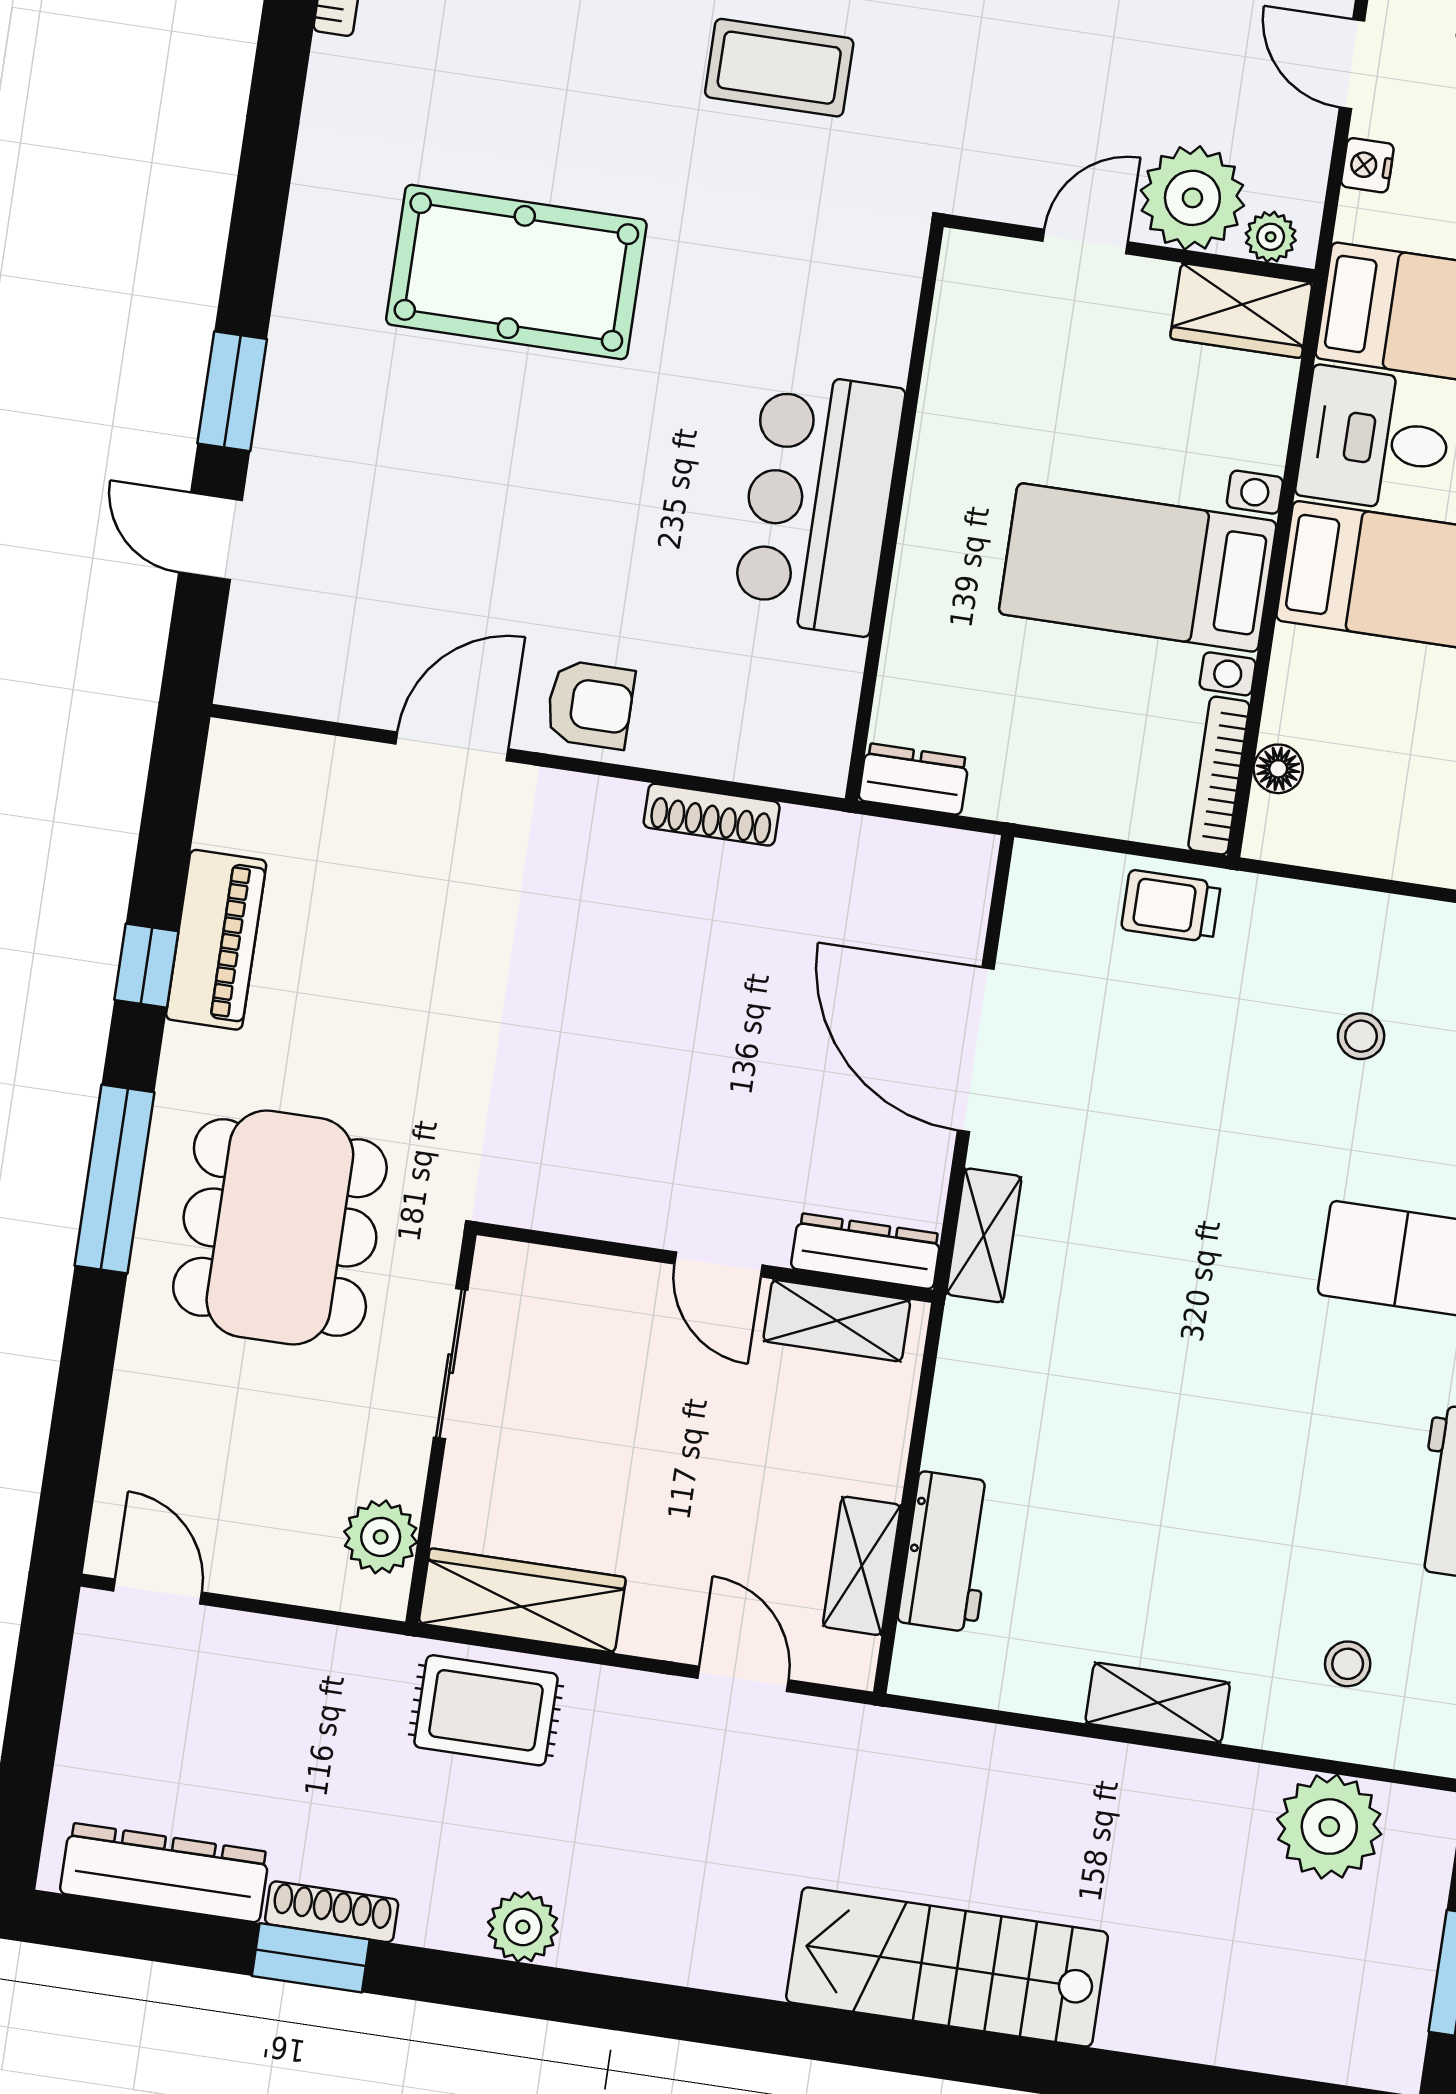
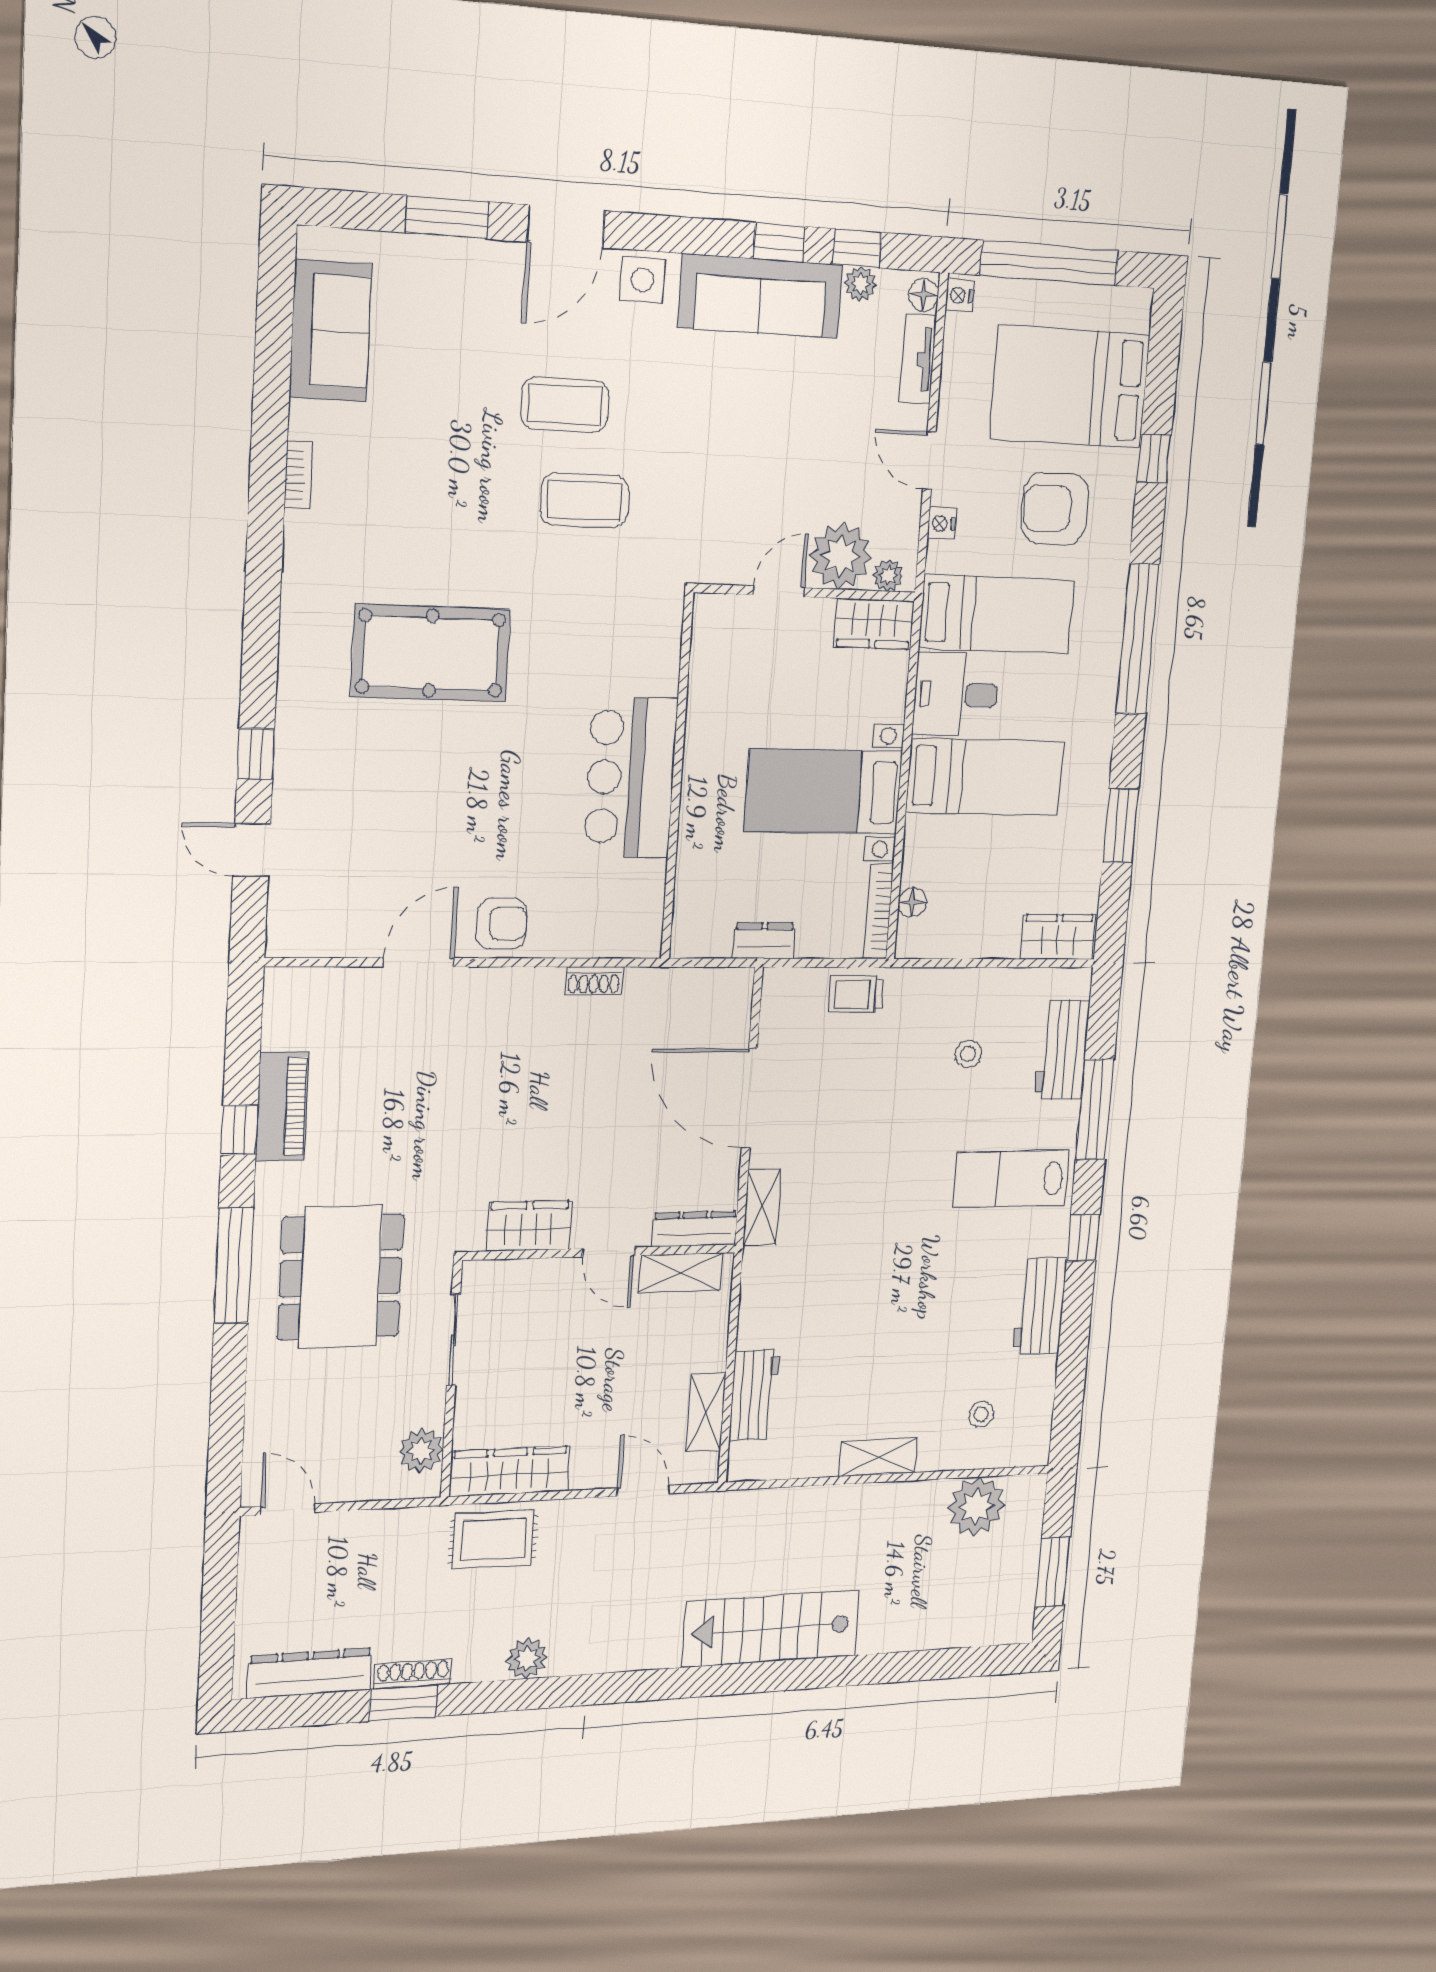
window: (232, 391) -> (256, 754), width x0.67
dresser: (914, 779) -> (764, 941), moved
shoe rack: (712, 815) -> (594, 981), width x0.70
wardrobe: (590, 1198) -> (529, 1226), added

